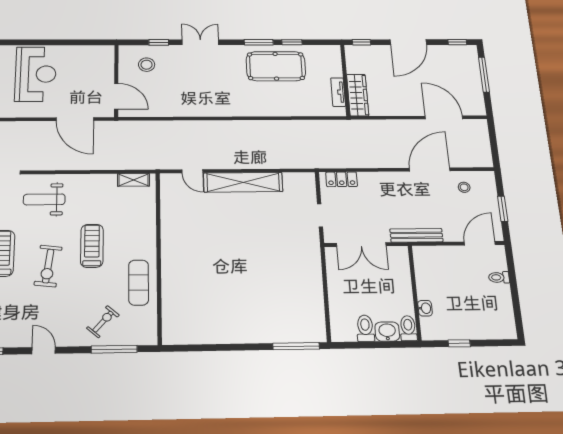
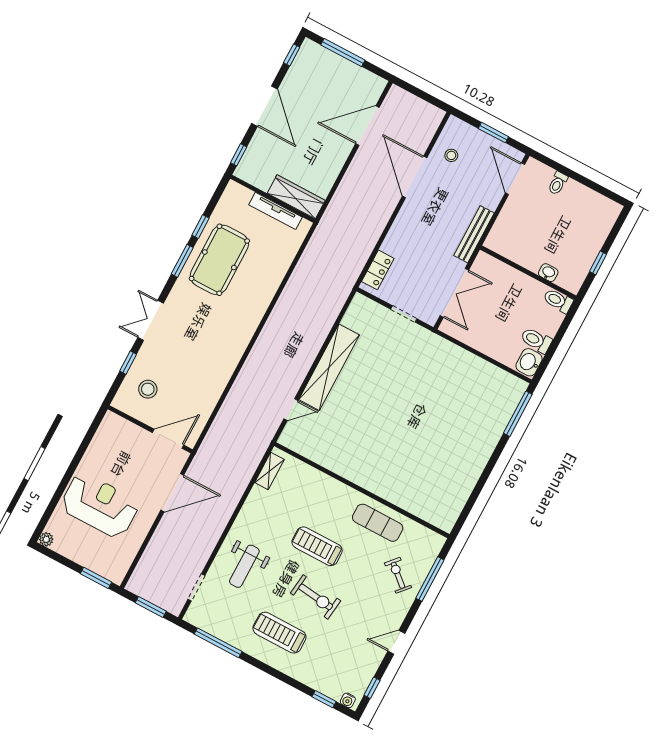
tv unit: (338, 92) -> (276, 211), width x1.41
washbasin: (387, 332) -> (529, 362), moved

